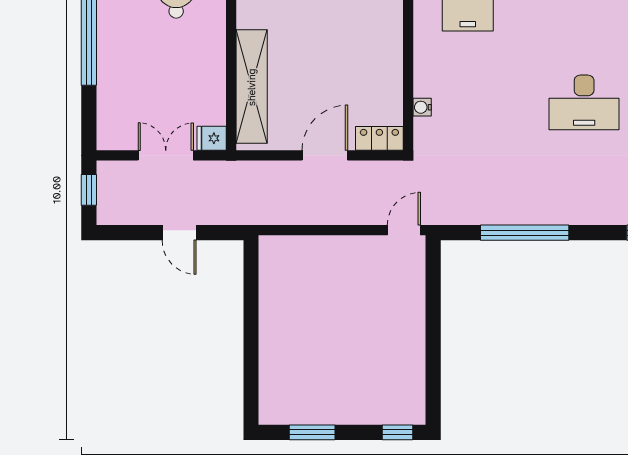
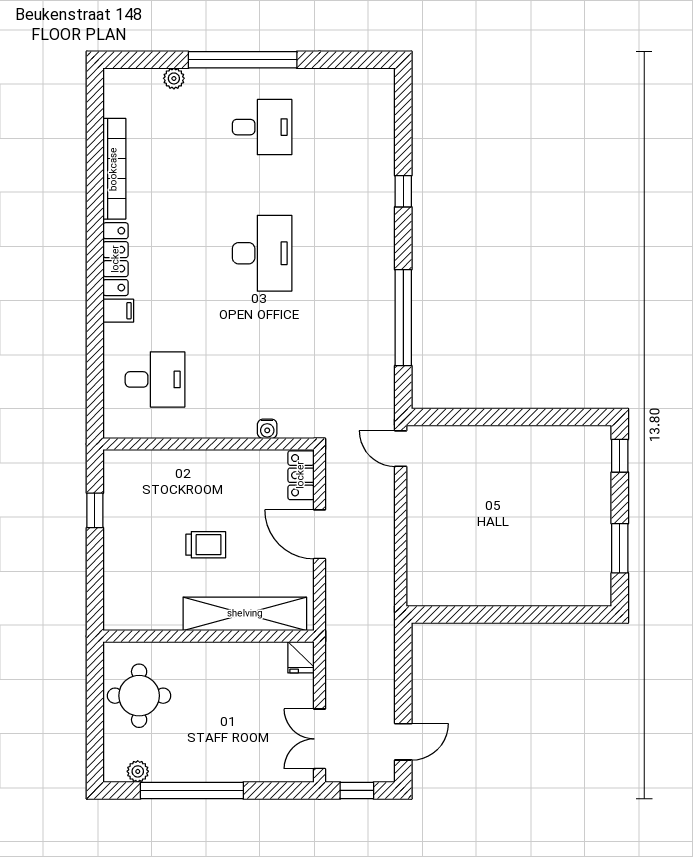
trolley: (315, 50) -> (206, 545), added
double door: (166, 155) -> (319, 739), moved
door: (179, 233) -> (403, 742), moved

